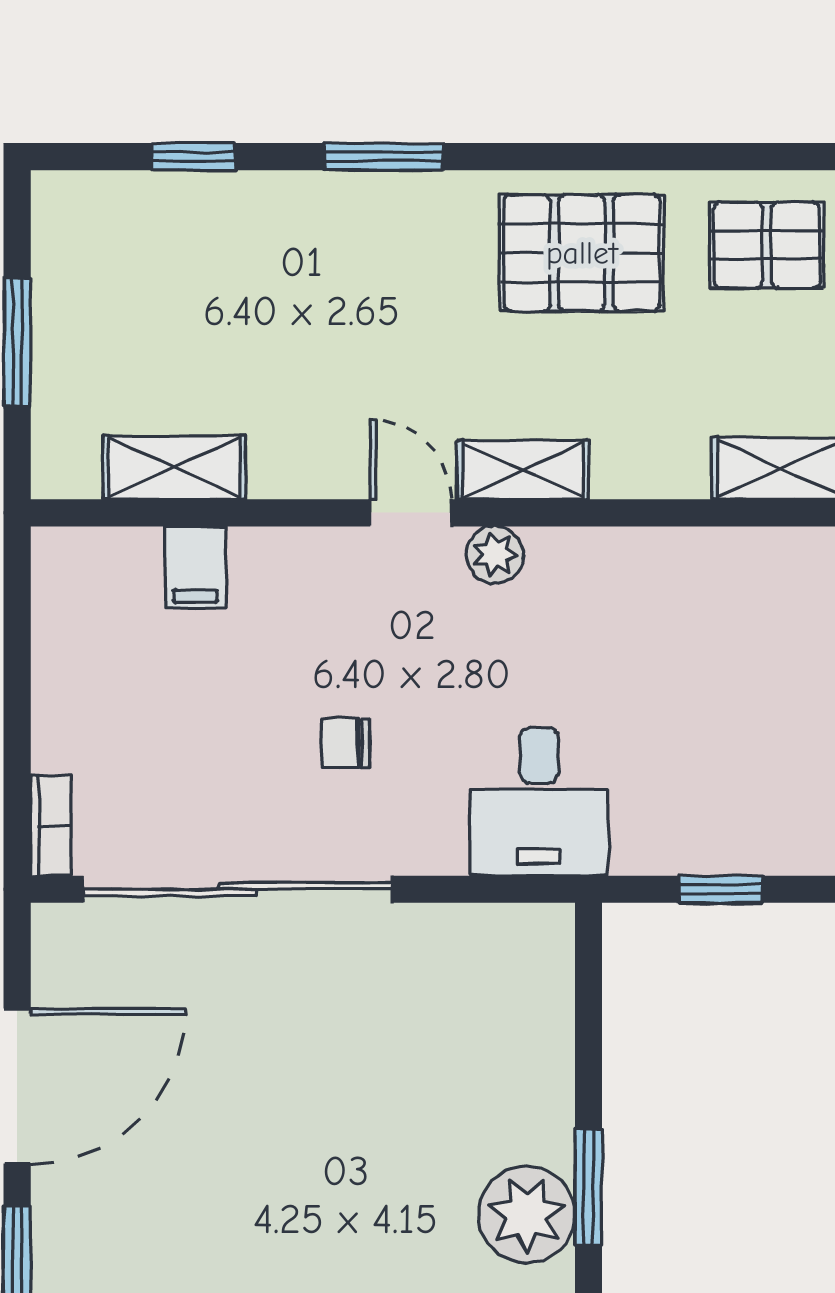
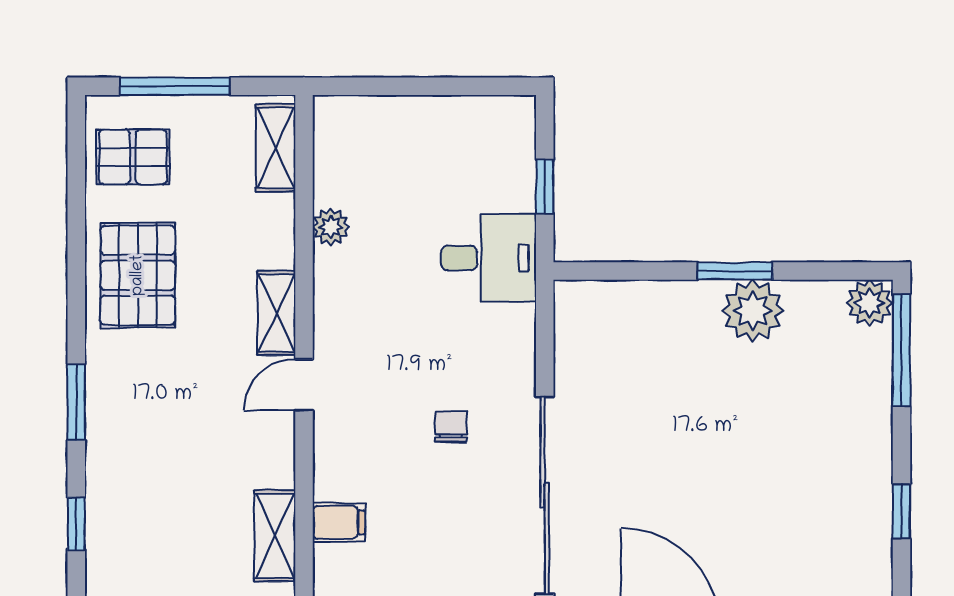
pallet: (767, 245) -> (133, 157), turned 90
plant: (495, 555) -> (331, 227), moved
chair: (345, 743) -> (451, 426), turned 180
desk: (539, 801) -> (489, 258), moved

